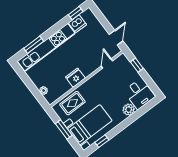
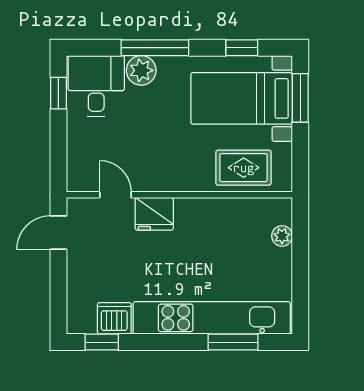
door: (107, 63) -> (115, 195), swing flipped
window: (137, 65) -> (58, 93), moved
fridge: (75, 78) -> (154, 214), moved
window: (130, 120) -> (155, 48), added
window: (64, 129) -> (300, 98), moved

